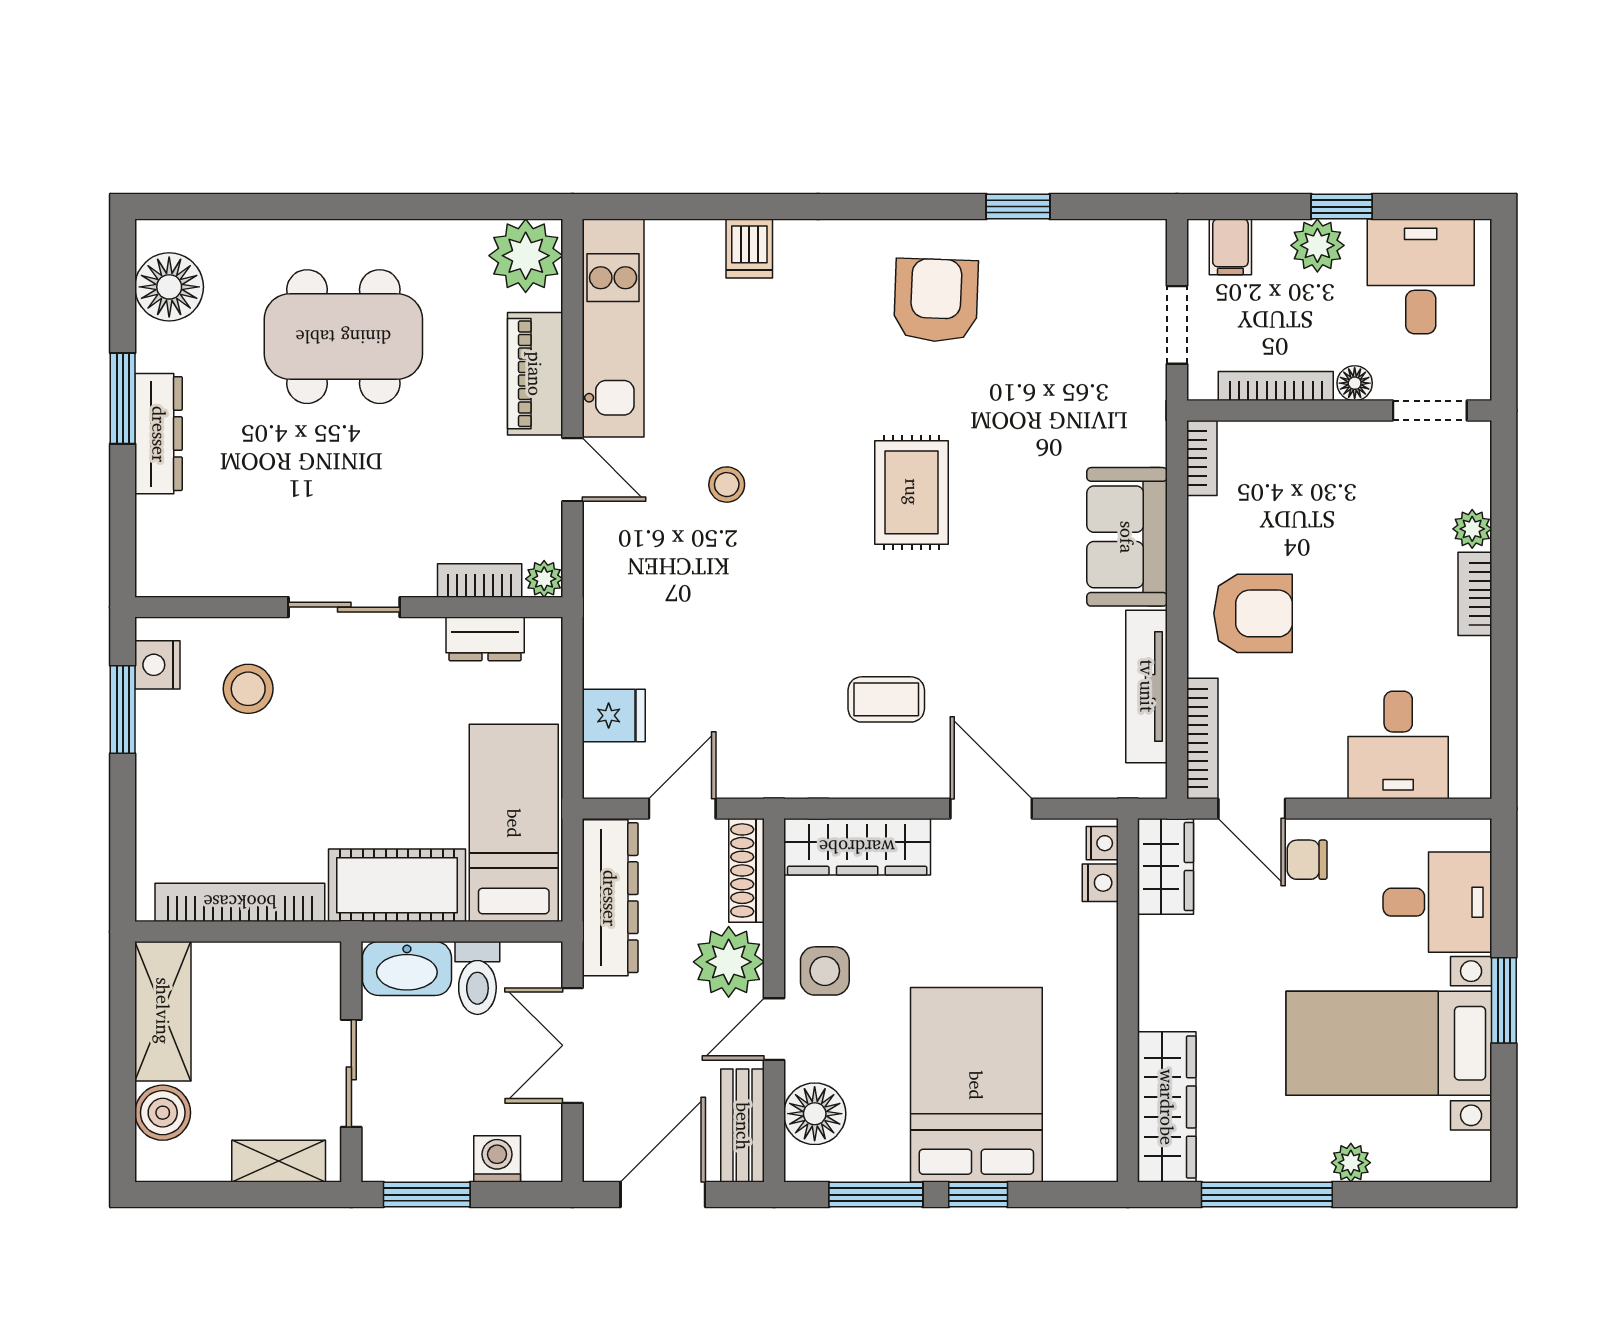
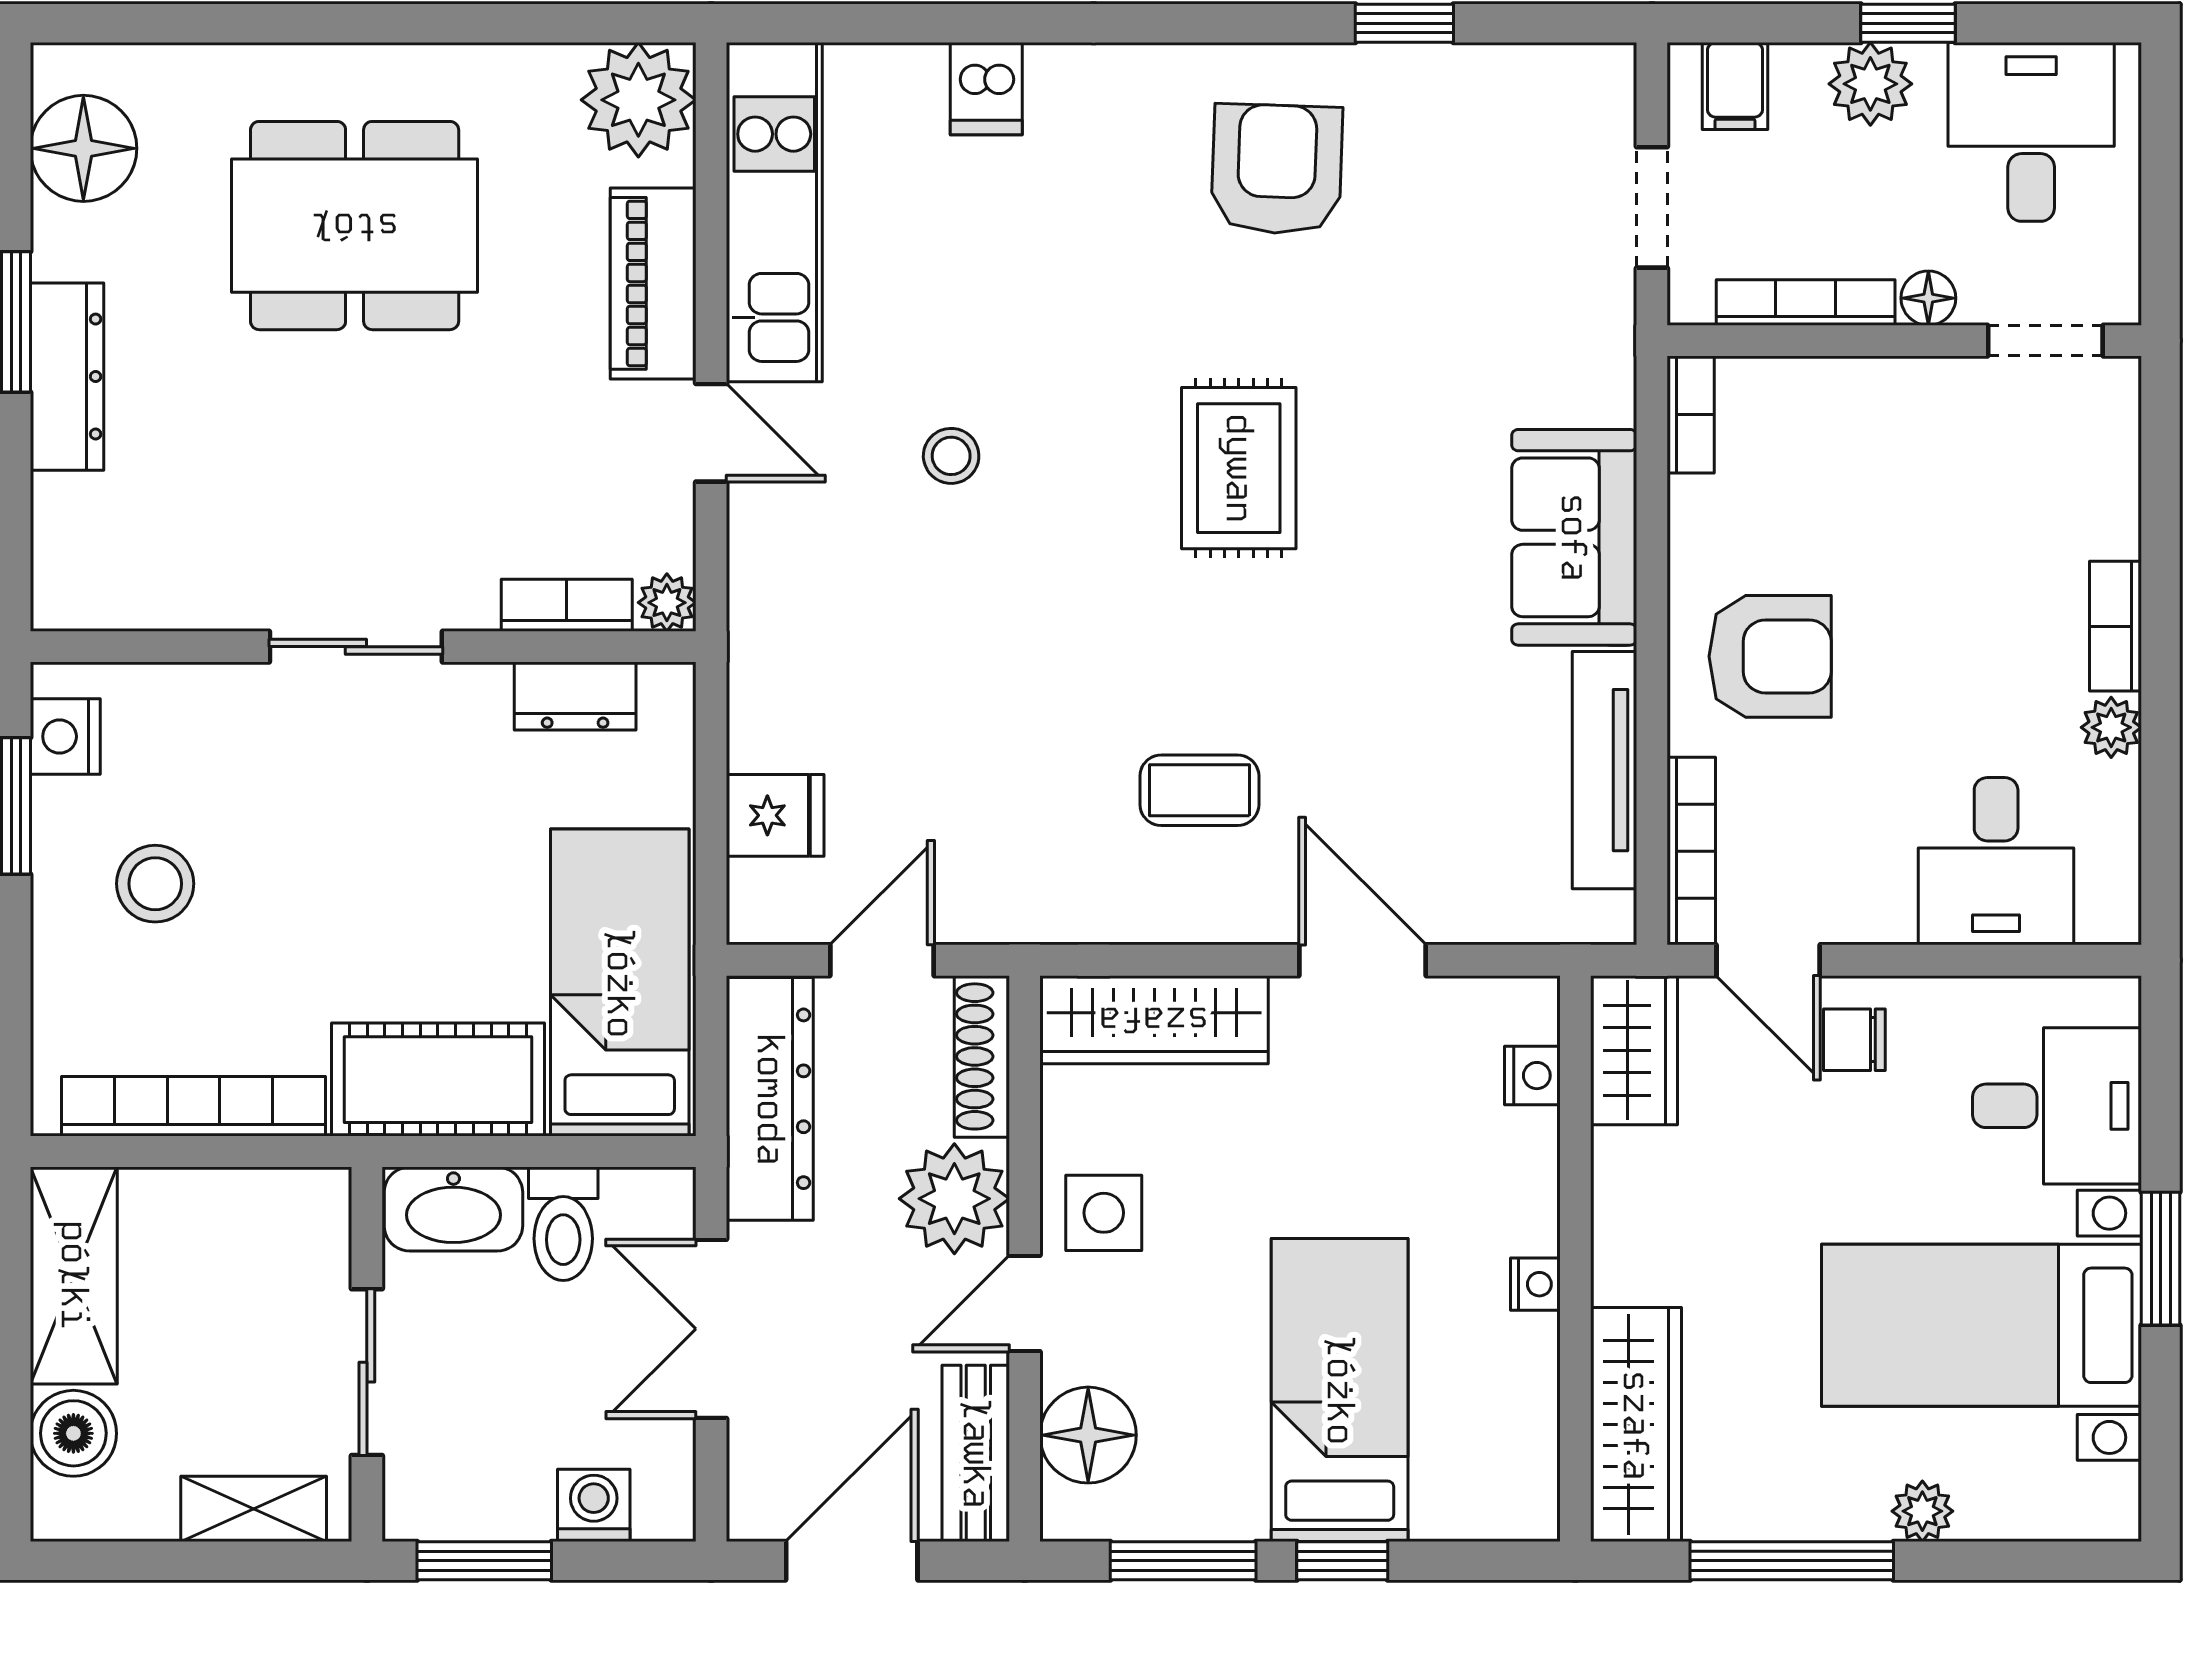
plant: (1472, 529) -> (2111, 727), moved
stool: (248, 689) -> (155, 884), moved
nightstand: (1102, 843) -> (1535, 1284), moved
bed: (976, 1085) -> (1340, 1390), width x0.67

